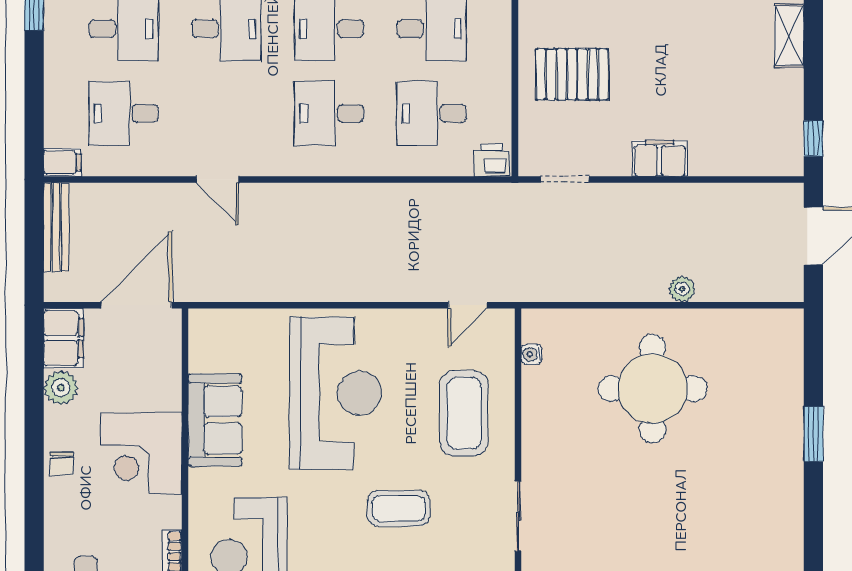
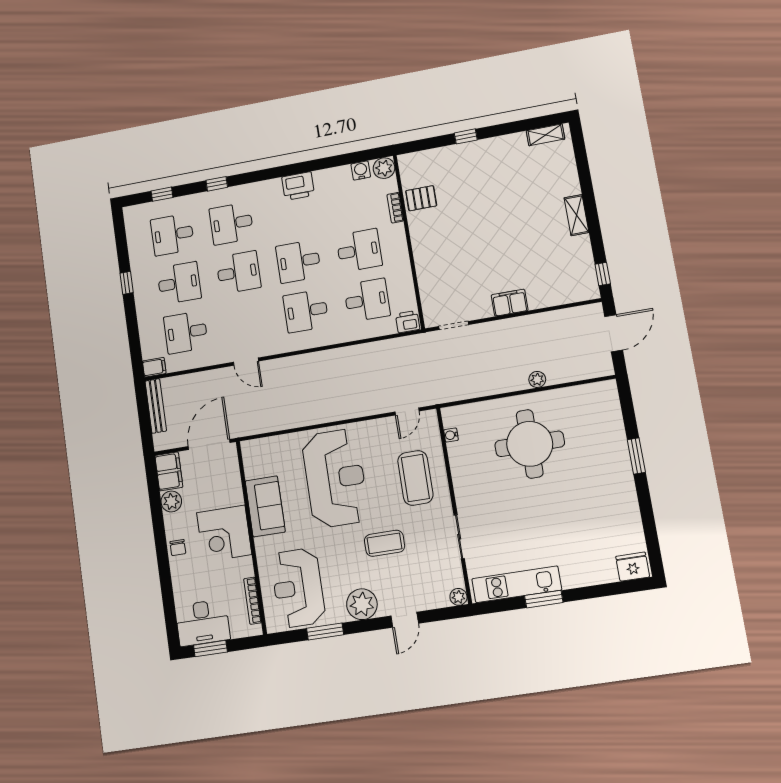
pallet: (572, 74) -> (448, 262), removed
desk: (432, 113) -> (367, 300), turned 180

